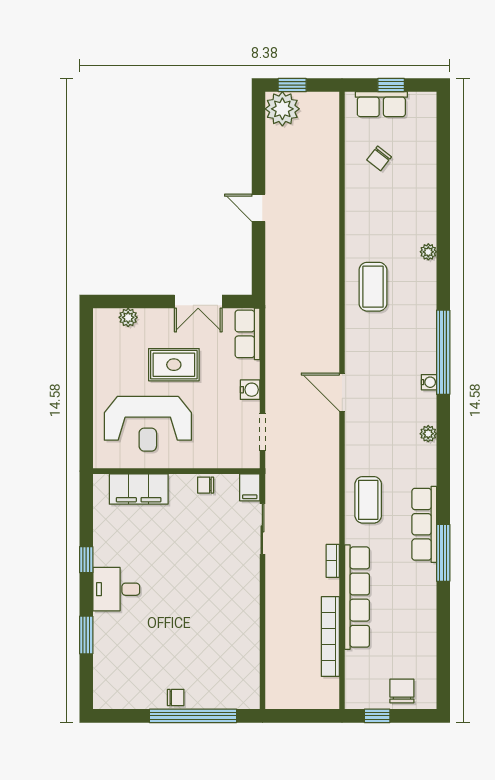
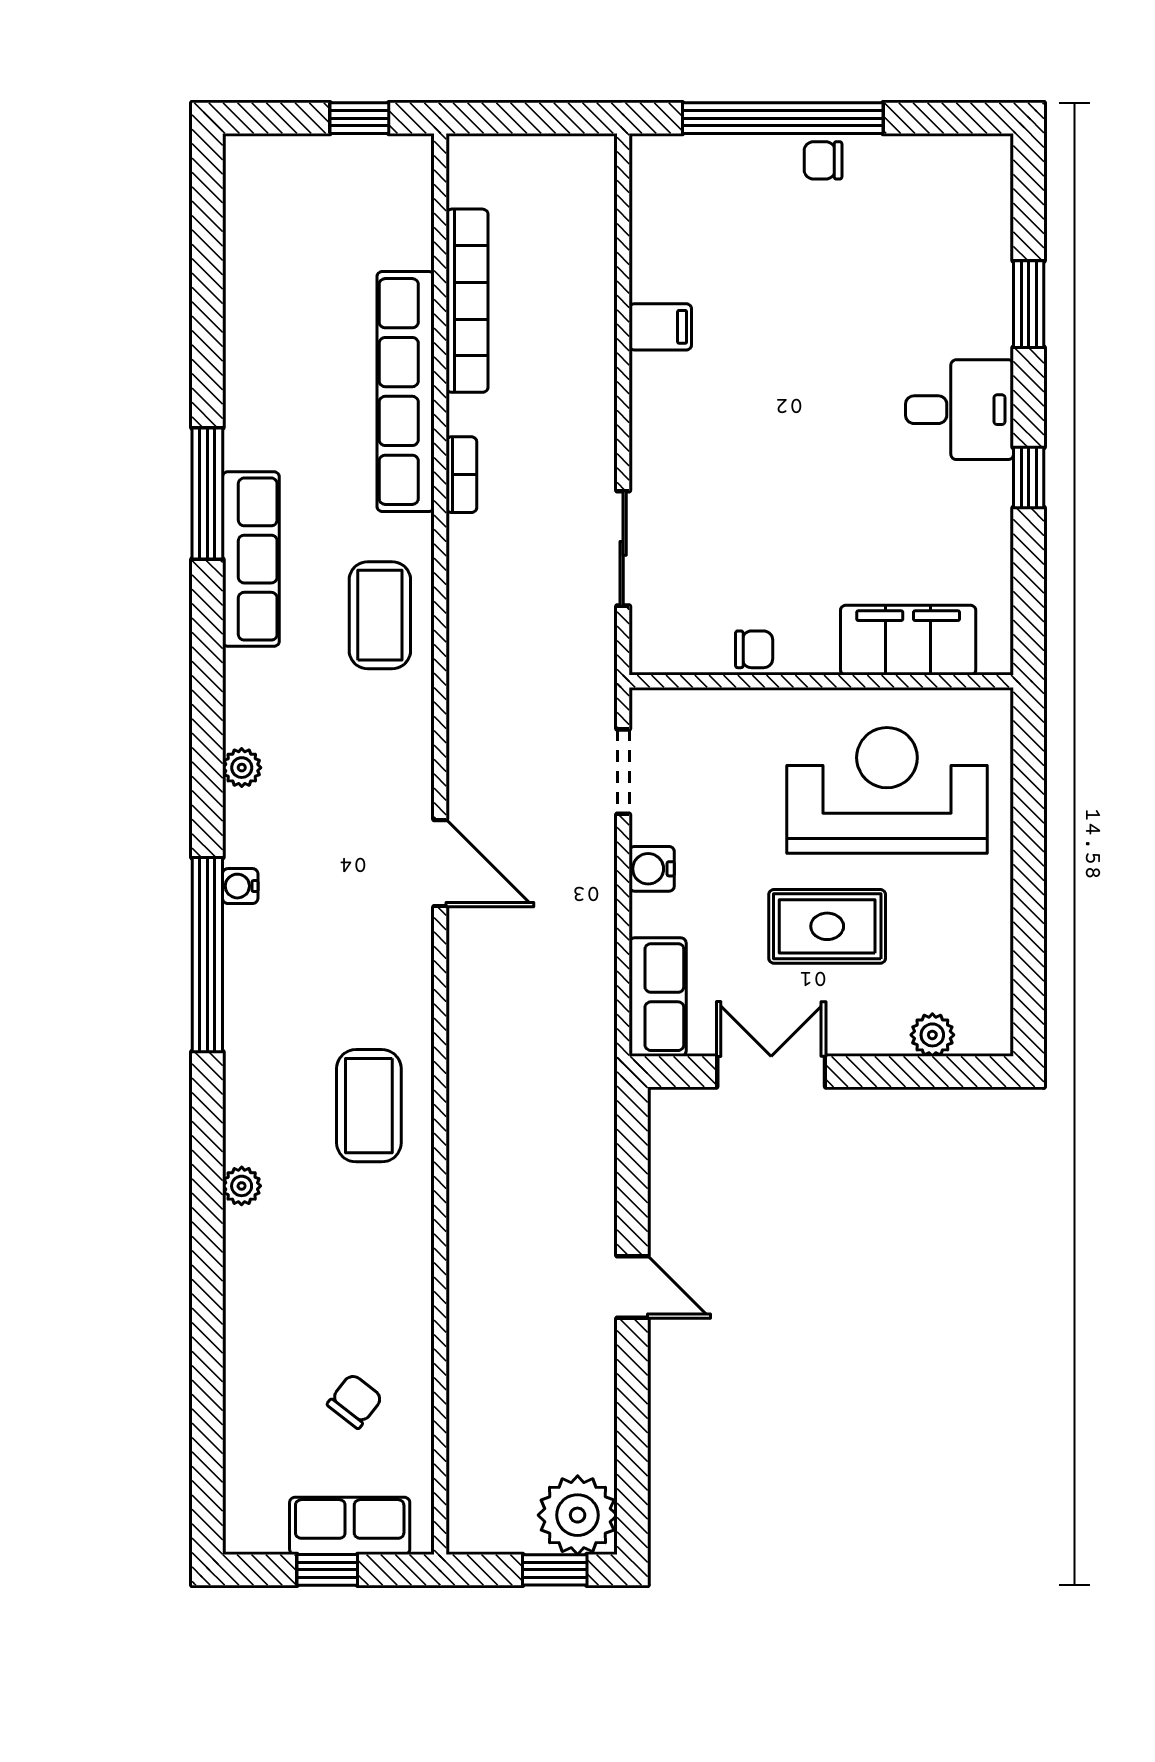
filing cabinet: (250, 487) -> (660, 327), moved, turned 90
chair: (402, 691) -> (302, 175), removed

